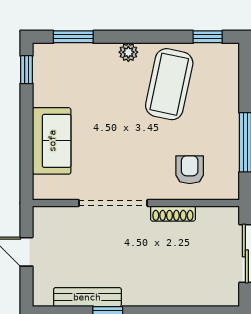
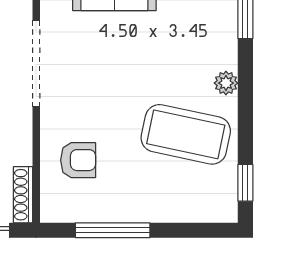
shoe rack: (173, 213) -> (23, 195), moved

